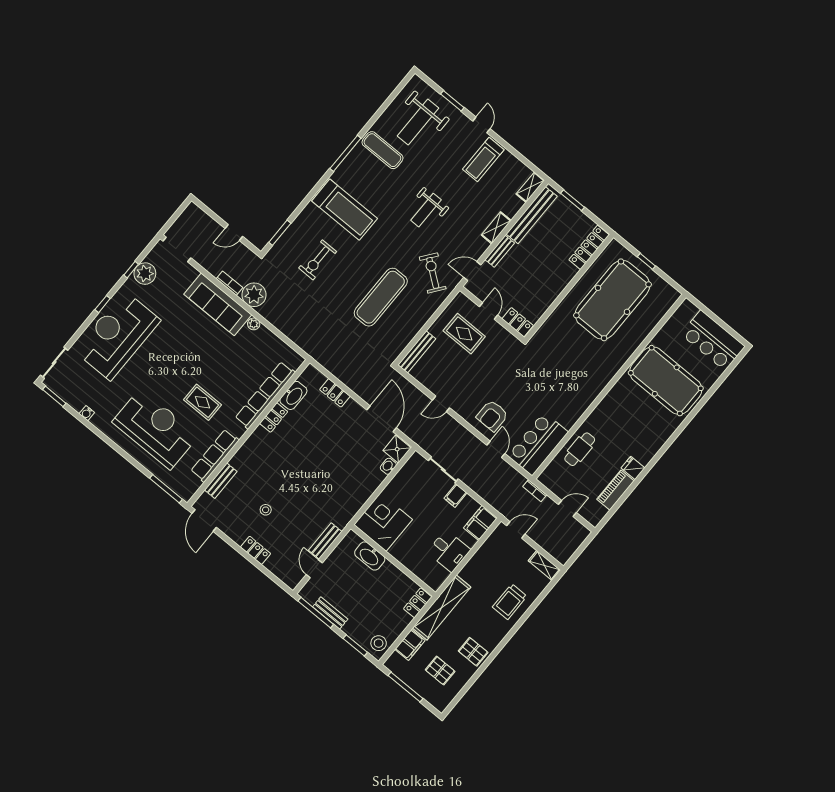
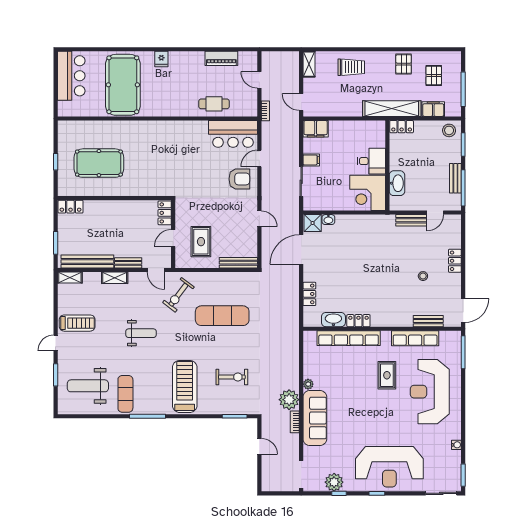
weight bench: (418, 122) -> (88, 386), turned 180
locker: (589, 247) -> (71, 207), width x0.66
pool table: (612, 300) -> (99, 163), width x0.73, depth x0.76
fridge: (633, 468) -> (161, 59), moved
desk: (449, 551) -> (371, 161), moved, turned 90

